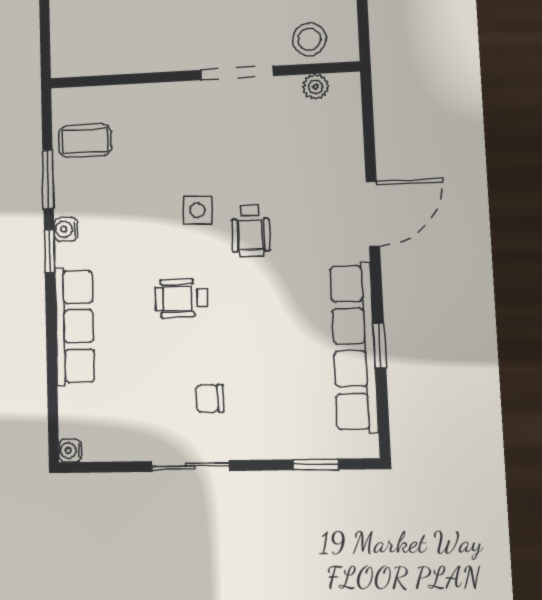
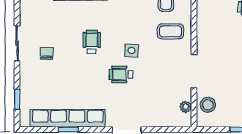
coffee table: (153, 128) -> (170, 31), added

